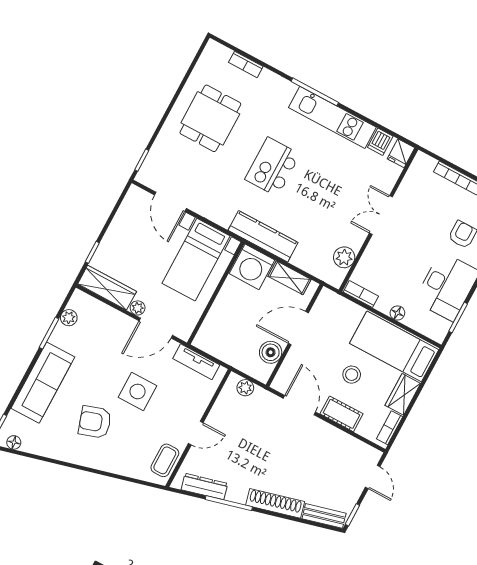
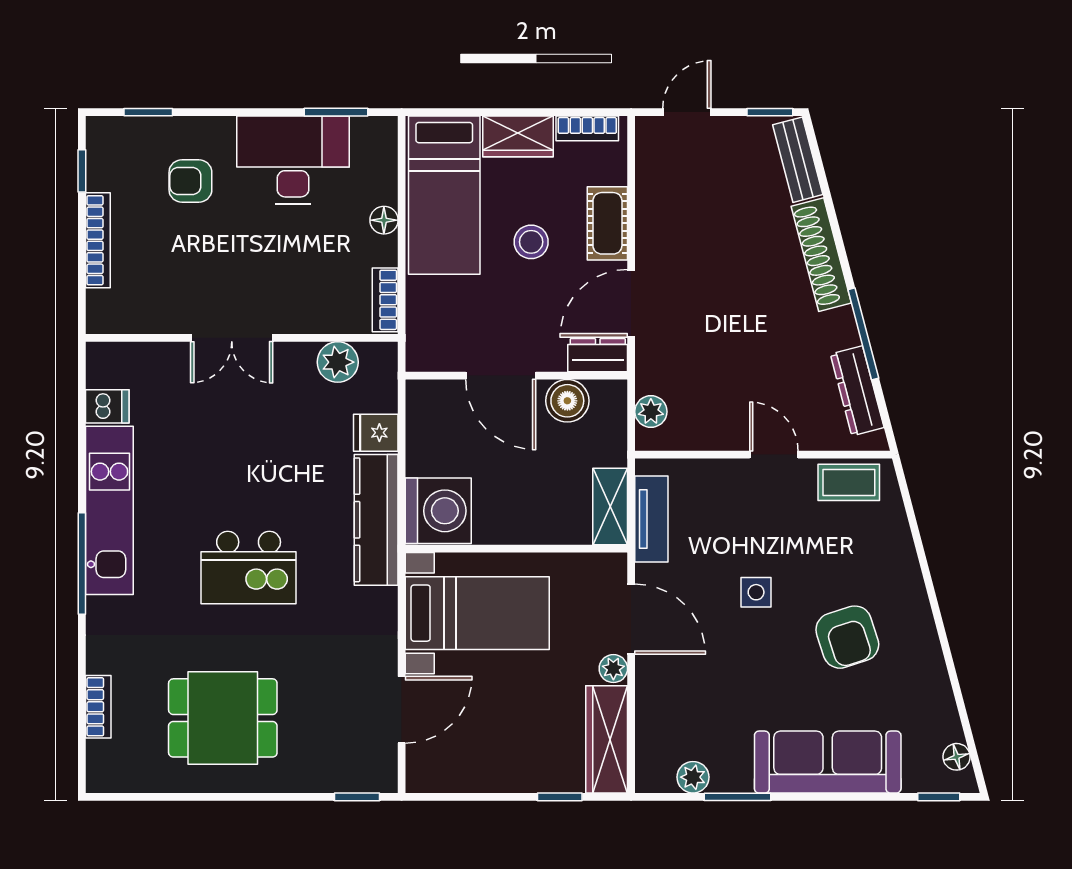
fridge: (401, 153) -> (376, 433), moved, turned 180
shelving: (290, 278) -> (610, 507), moved
dresser: (284, 377) -> (598, 355), added
side table: (138, 391) -> (756, 592), width x0.54, depth x0.54

